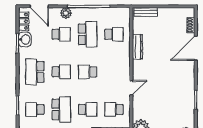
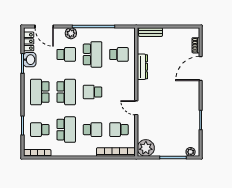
school desk: (61, 72) -> (66, 92), width x1.85
door: (131, 88) -> (136, 108), swing flipped

